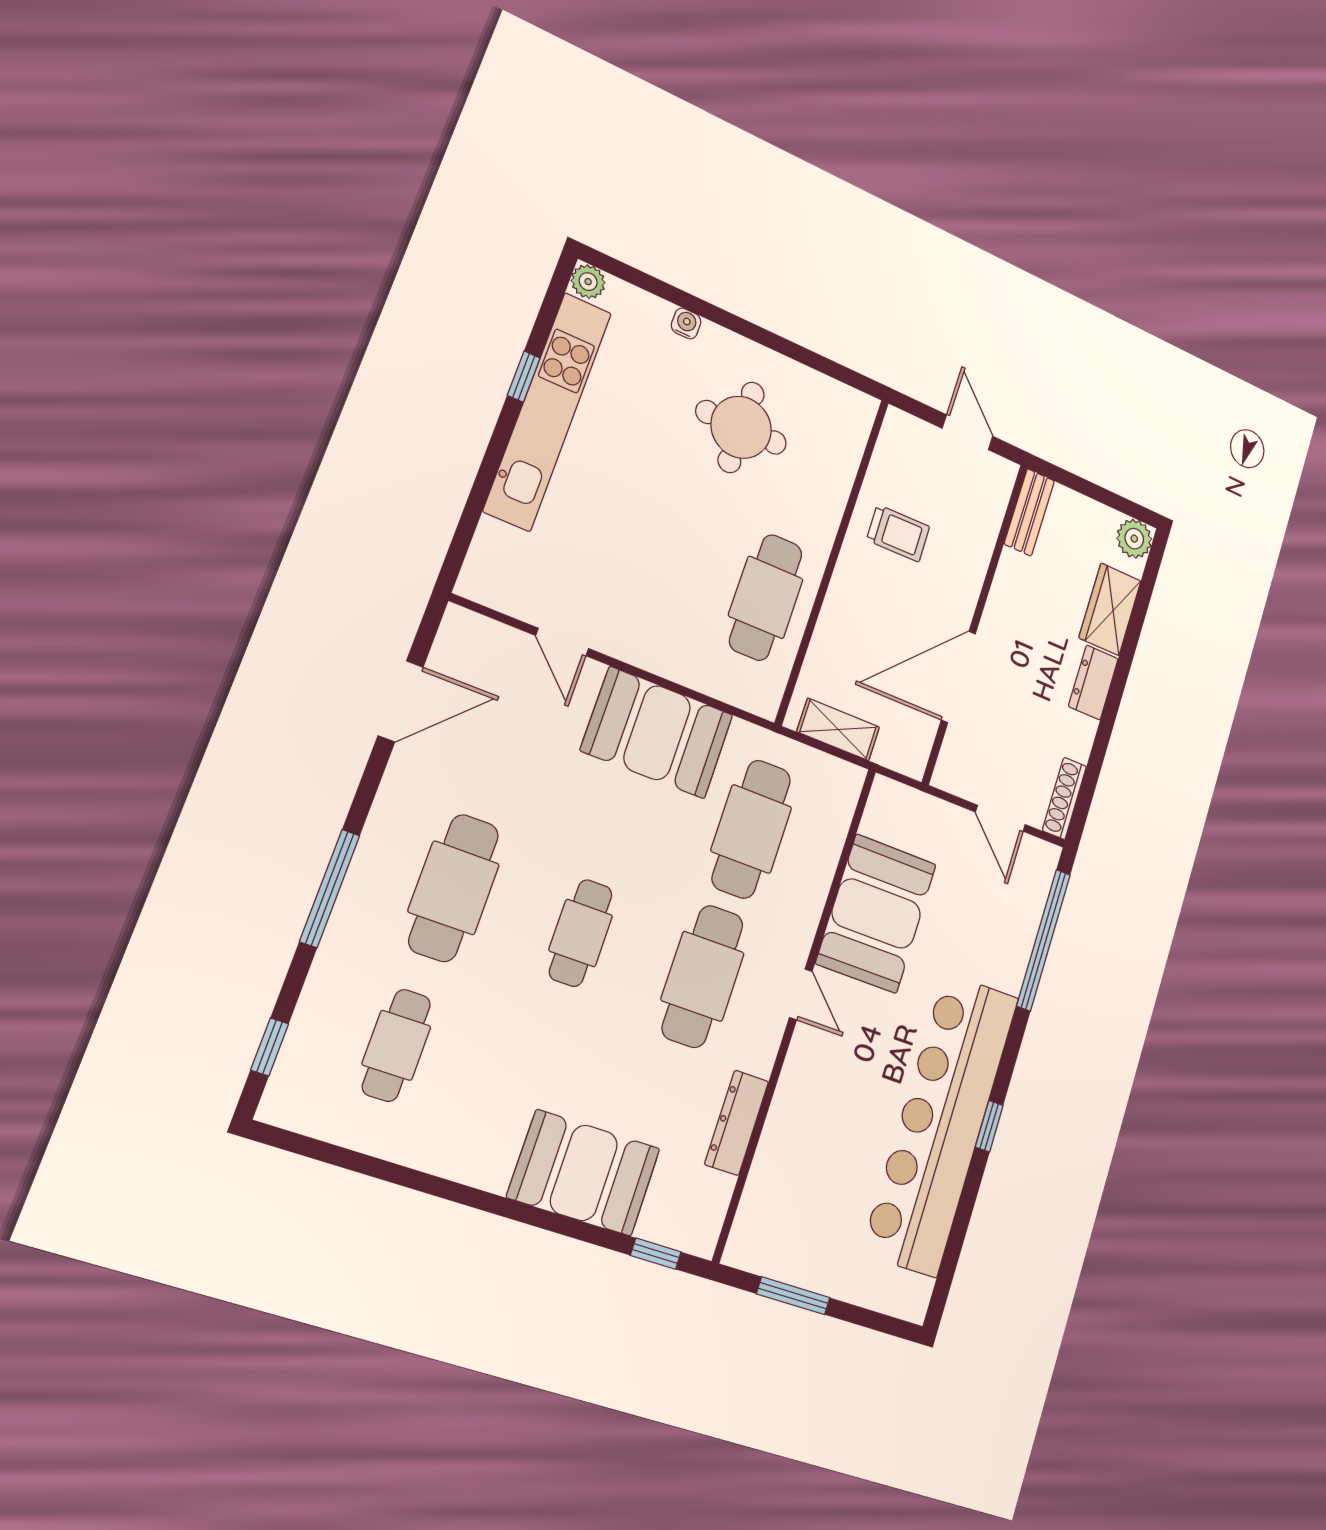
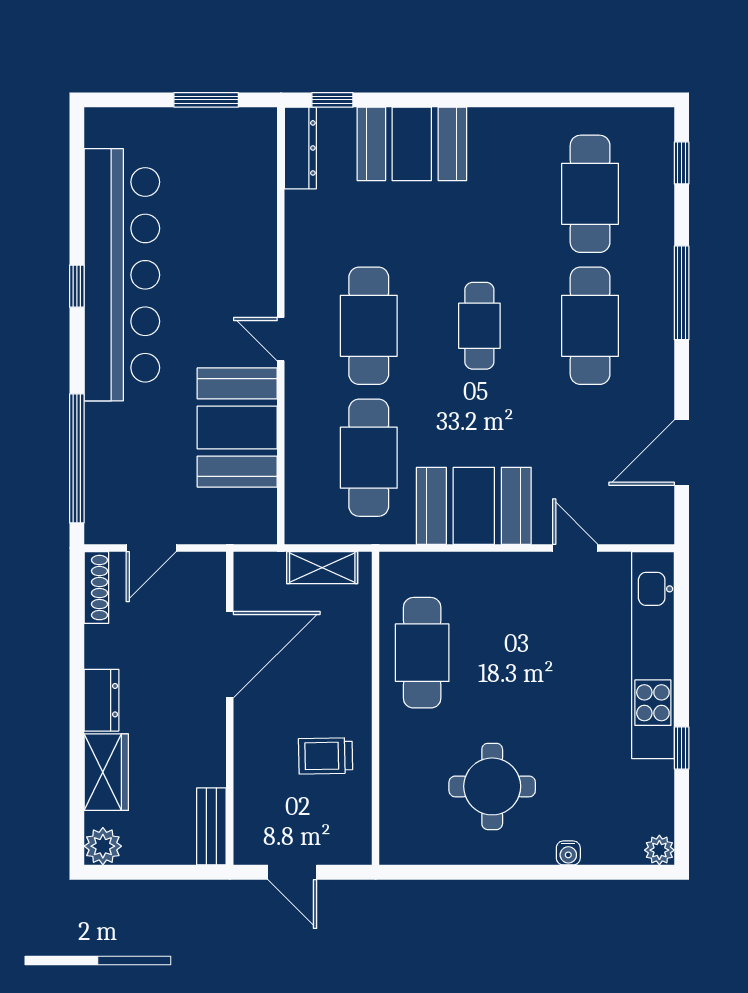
kitchen unit: (548, 411) -> (653, 655), moved
door: (1000, 818) -> (151, 548), swing flipped
cafe table: (396, 1045) -> (590, 194), width x1.37, depth x1.35
dresser: (737, 1123) -> (300, 148), moved

